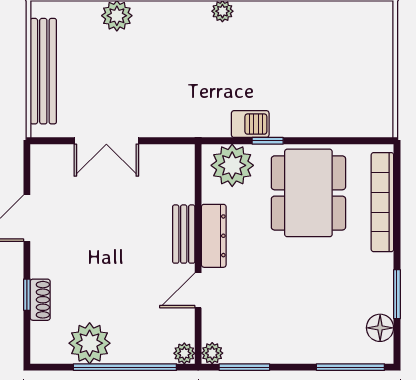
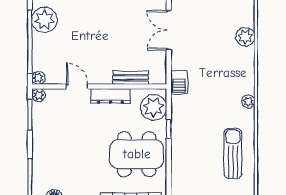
sun lounger: (307, 36) -> (233, 154), added
barbecue: (250, 124) -> (179, 82), moved
bench: (184, 234) -> (131, 78), moved

